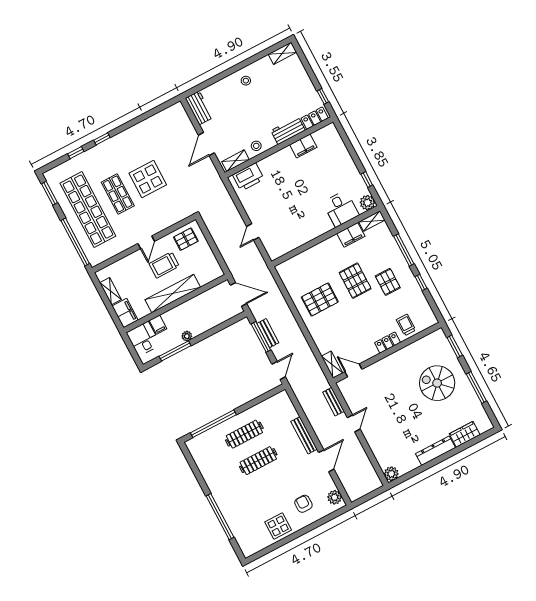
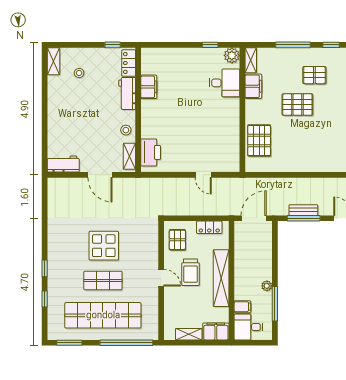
stool: (246, 81) -> (79, 73), moved
locker: (211, 261) -> (209, 227), added
pallet: (320, 299) -> (259, 140), moved

